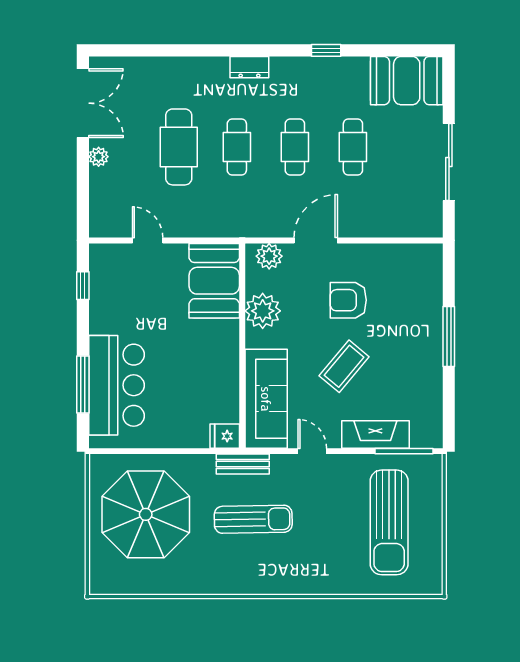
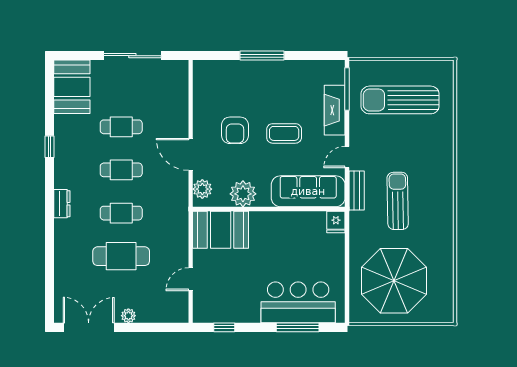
coffee table: (344, 366) -> (284, 133), turned -40
bench: (243, 464) -> (357, 191), moved
sun lounger: (389, 522) -> (400, 100), turned 180

